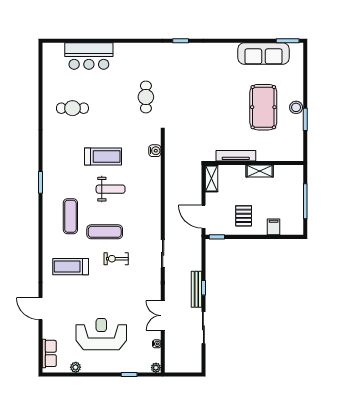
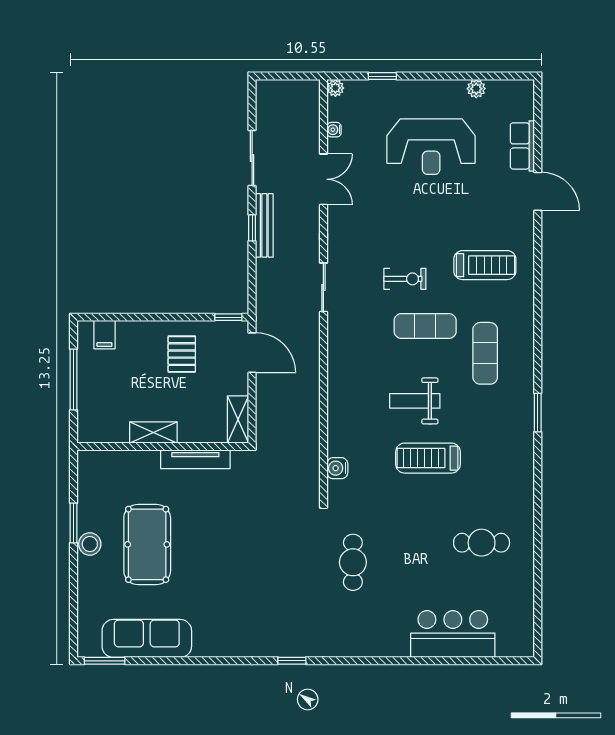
filing cabinet: (274, 227) -> (104, 335), moved
row of seats: (49, 353) -> (522, 146), moved

